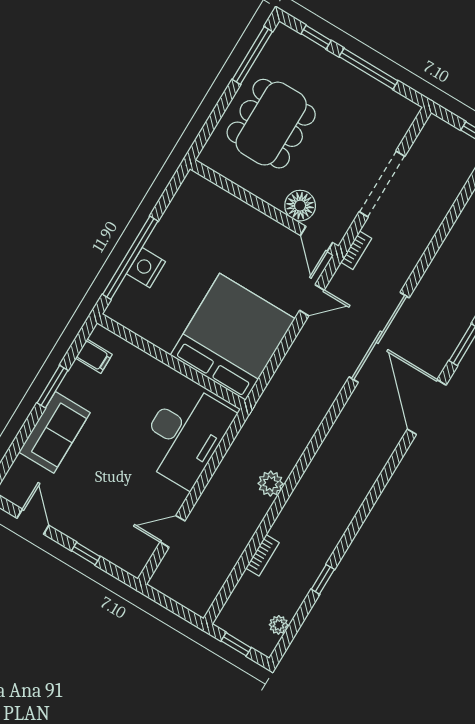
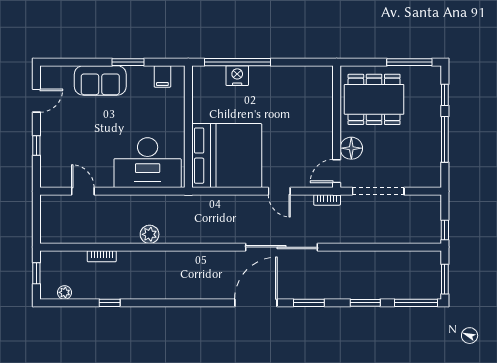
floor lamp: (300, 206) -> (351, 148), moved
wall: (264, 208) -> (337, 127), moved
door: (317, 239) -> (337, 171), moved

